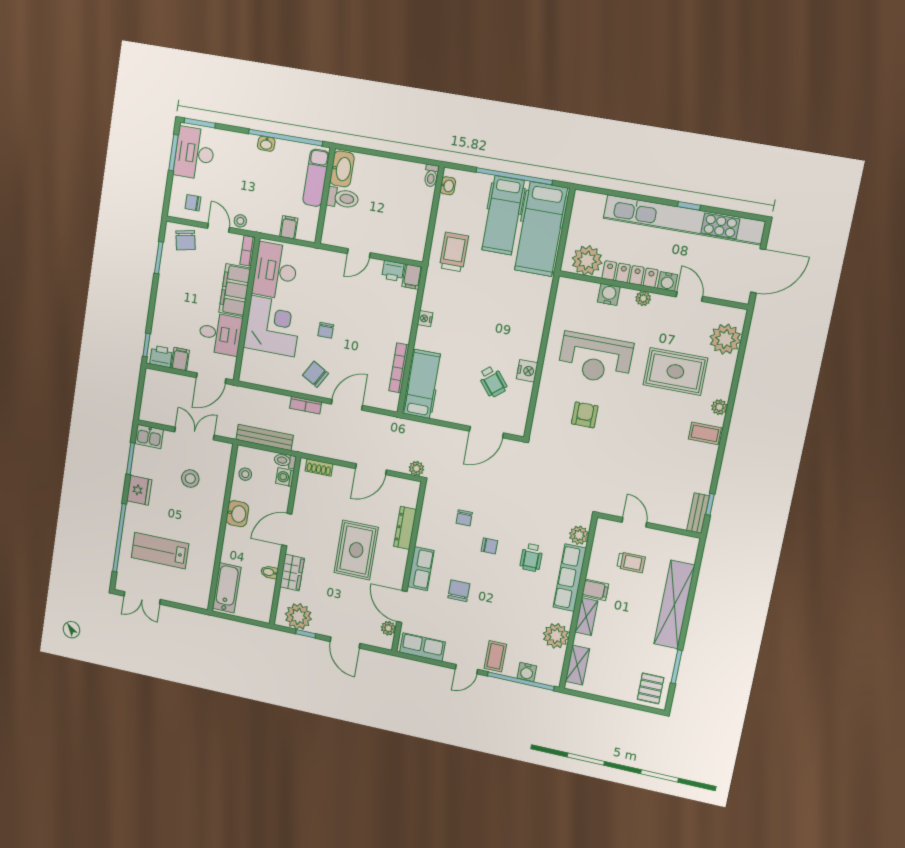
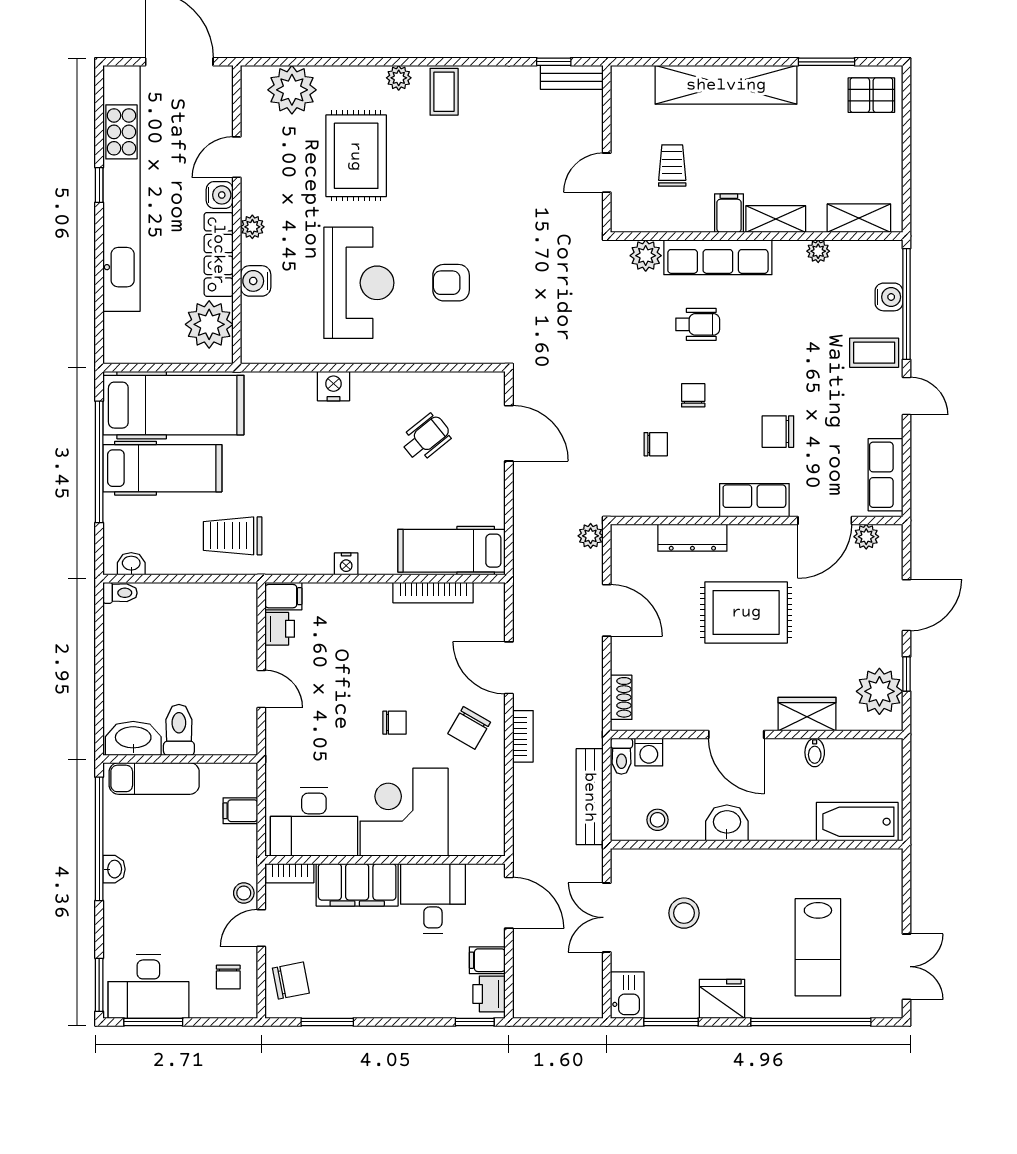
nightstand: (527, 371) -> (333, 386), moved
plant: (556, 636) -> (818, 251), width x0.53, depth x0.53

